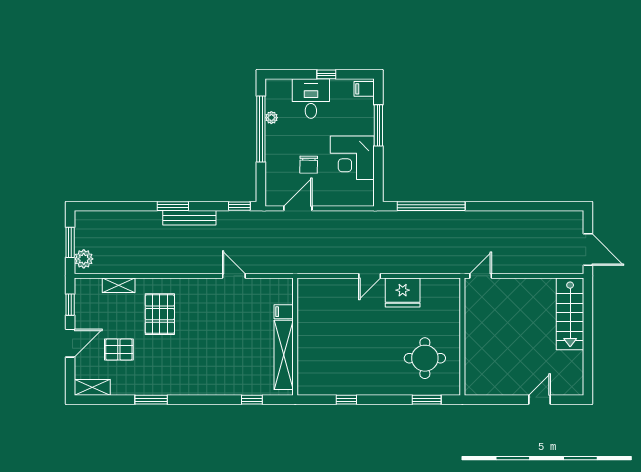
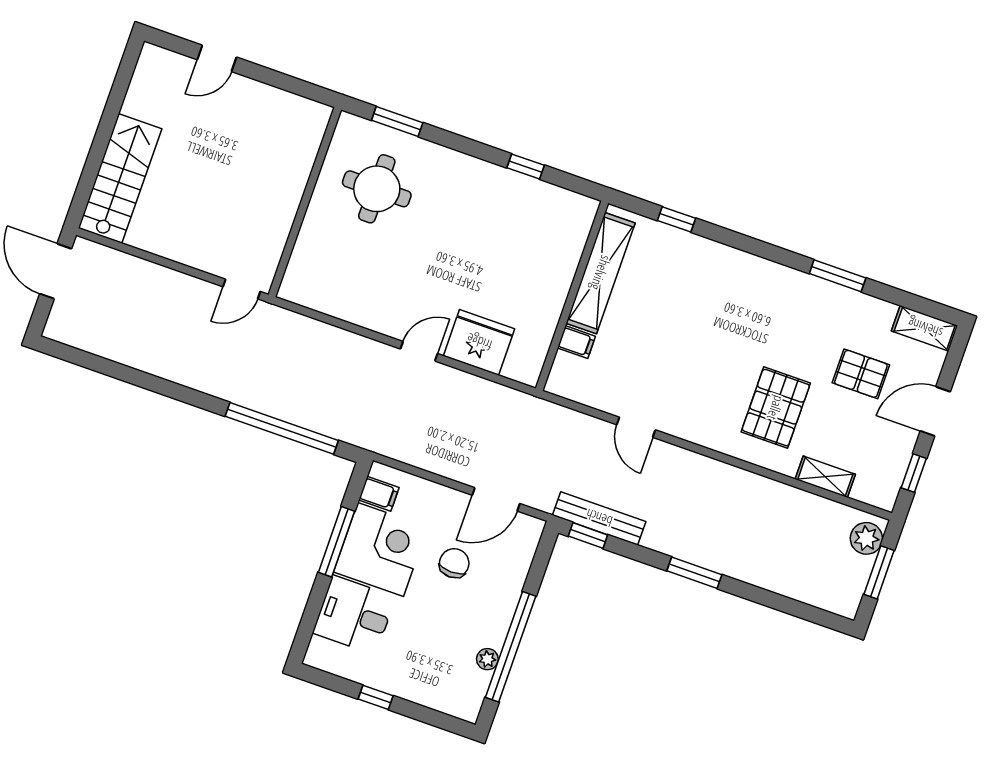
filing cabinet: (364, 89) -> (379, 494), moved
desk: (311, 99) -> (354, 615), moved, turned 90
window: (378, 125) -> (337, 542), moved
bench: (189, 218) -> (599, 518), moved
fridge: (403, 293) -> (479, 342), moved

